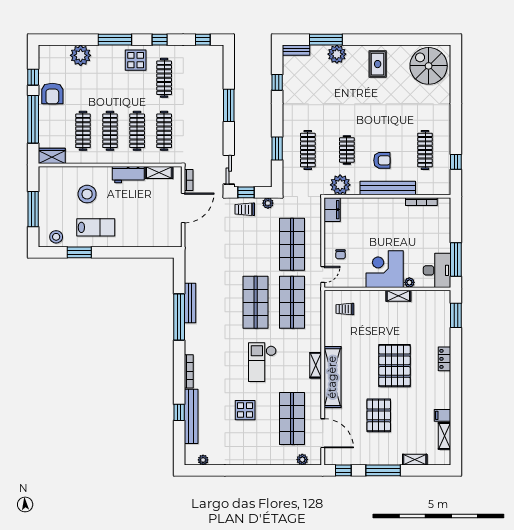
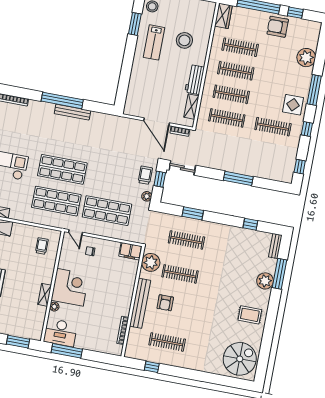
clothes rail: (347, 150) -> (180, 274), width x1.36

